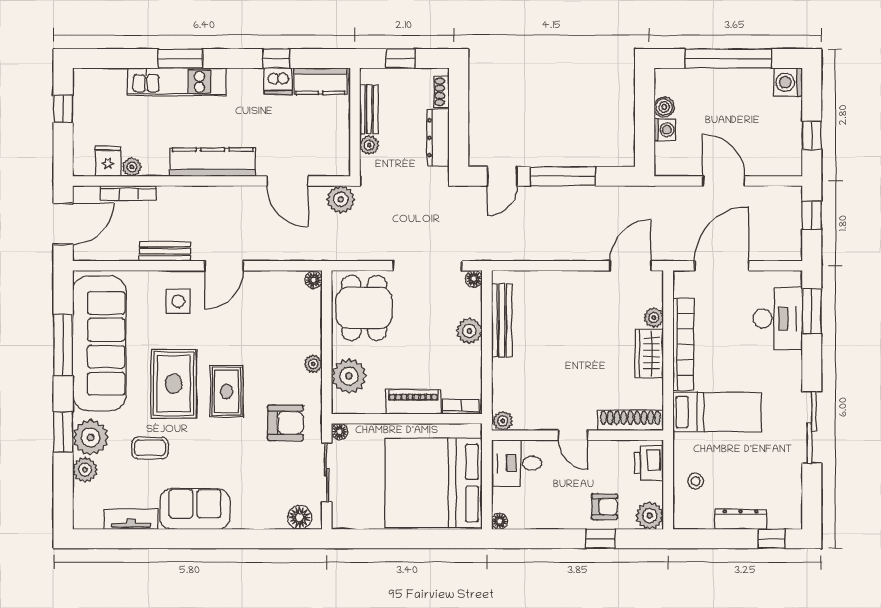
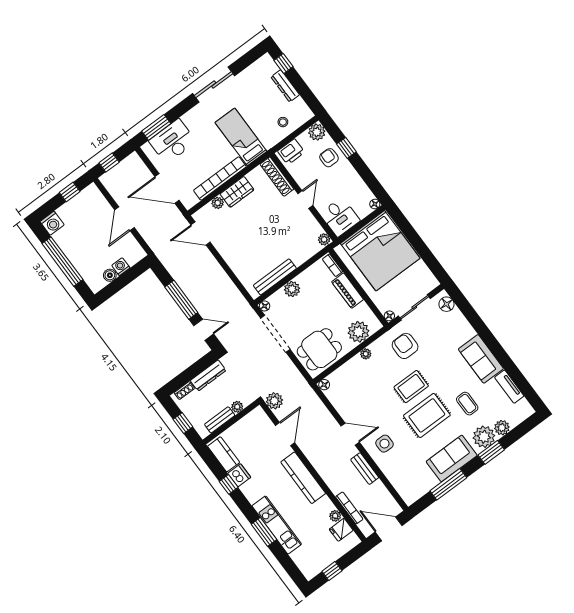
sofa: (99, 343) -> (452, 458), width x0.54, depth x0.79

